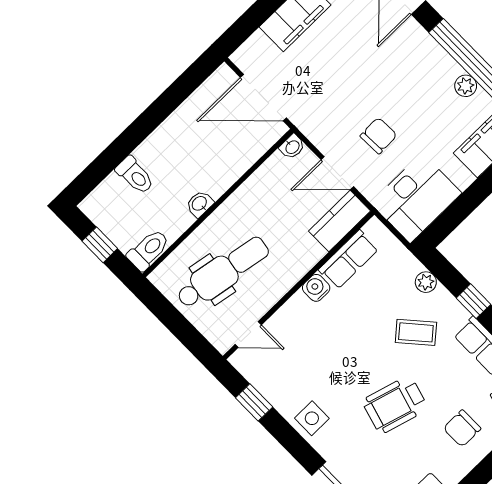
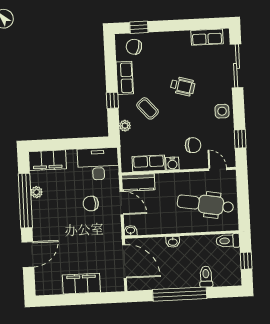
window: (149, 120) -> (180, 294), added
washbasin: (200, 204) -> (173, 242), moved
wheelchair: (395, 405) -> (183, 86), width x0.73, depth x0.73
chair: (462, 428) -> (193, 145), moved

